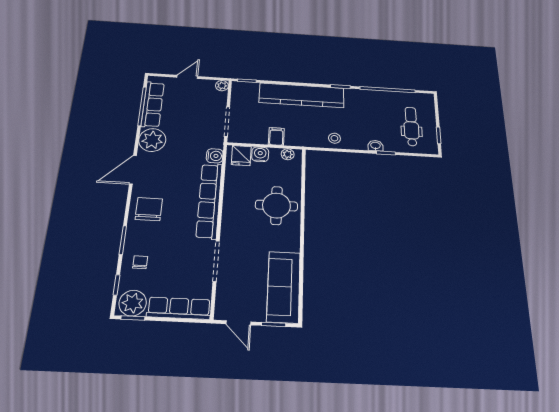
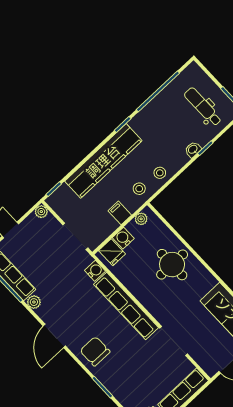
stool: (308, 134) -> (139, 189), added
plant: (152, 140) -> (34, 302), width x0.53, depth x0.53
chair: (140, 262) -> (129, 389), removed

